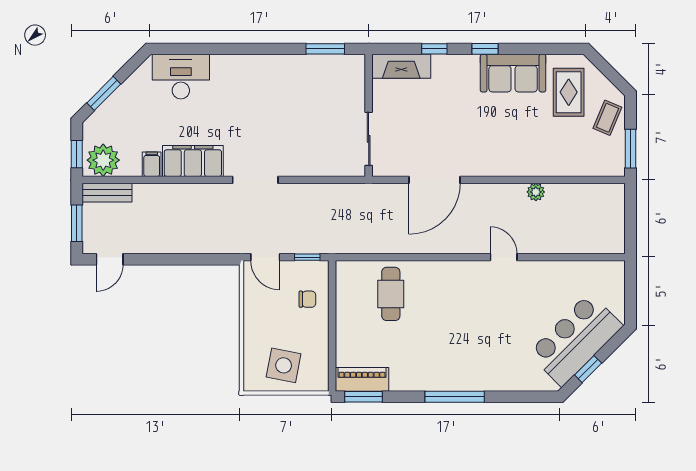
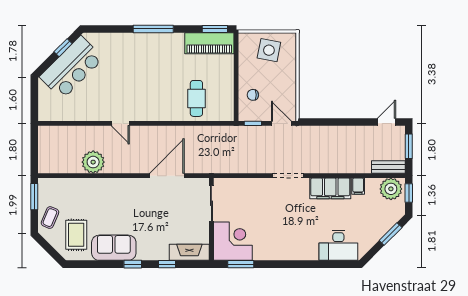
corner desk: (337, 83) -> (233, 241), added
plant: (536, 192) -> (93, 162), width x1.87, depth x1.87
piano: (362, 379) -> (209, 43), width x1.37, depth x1.33

